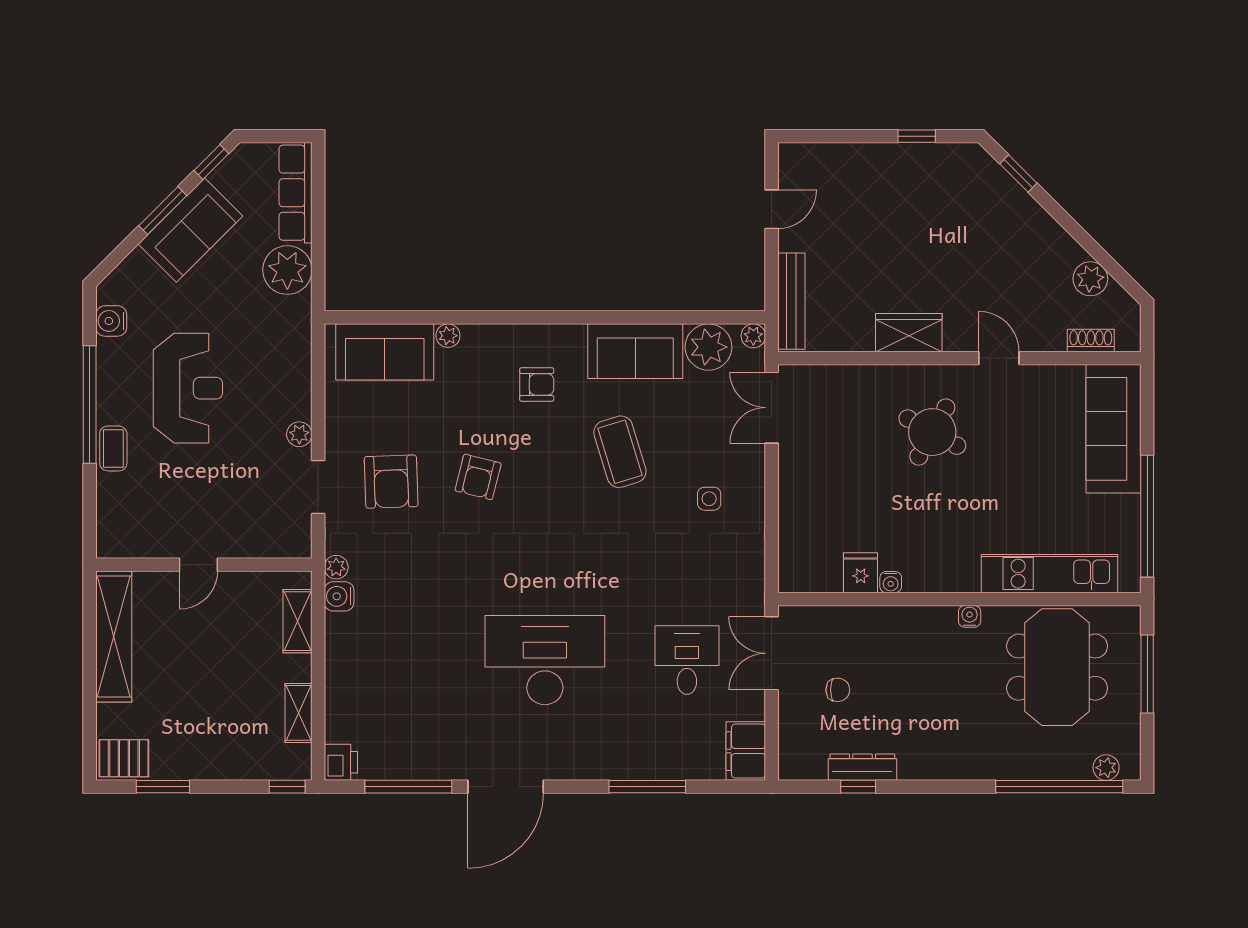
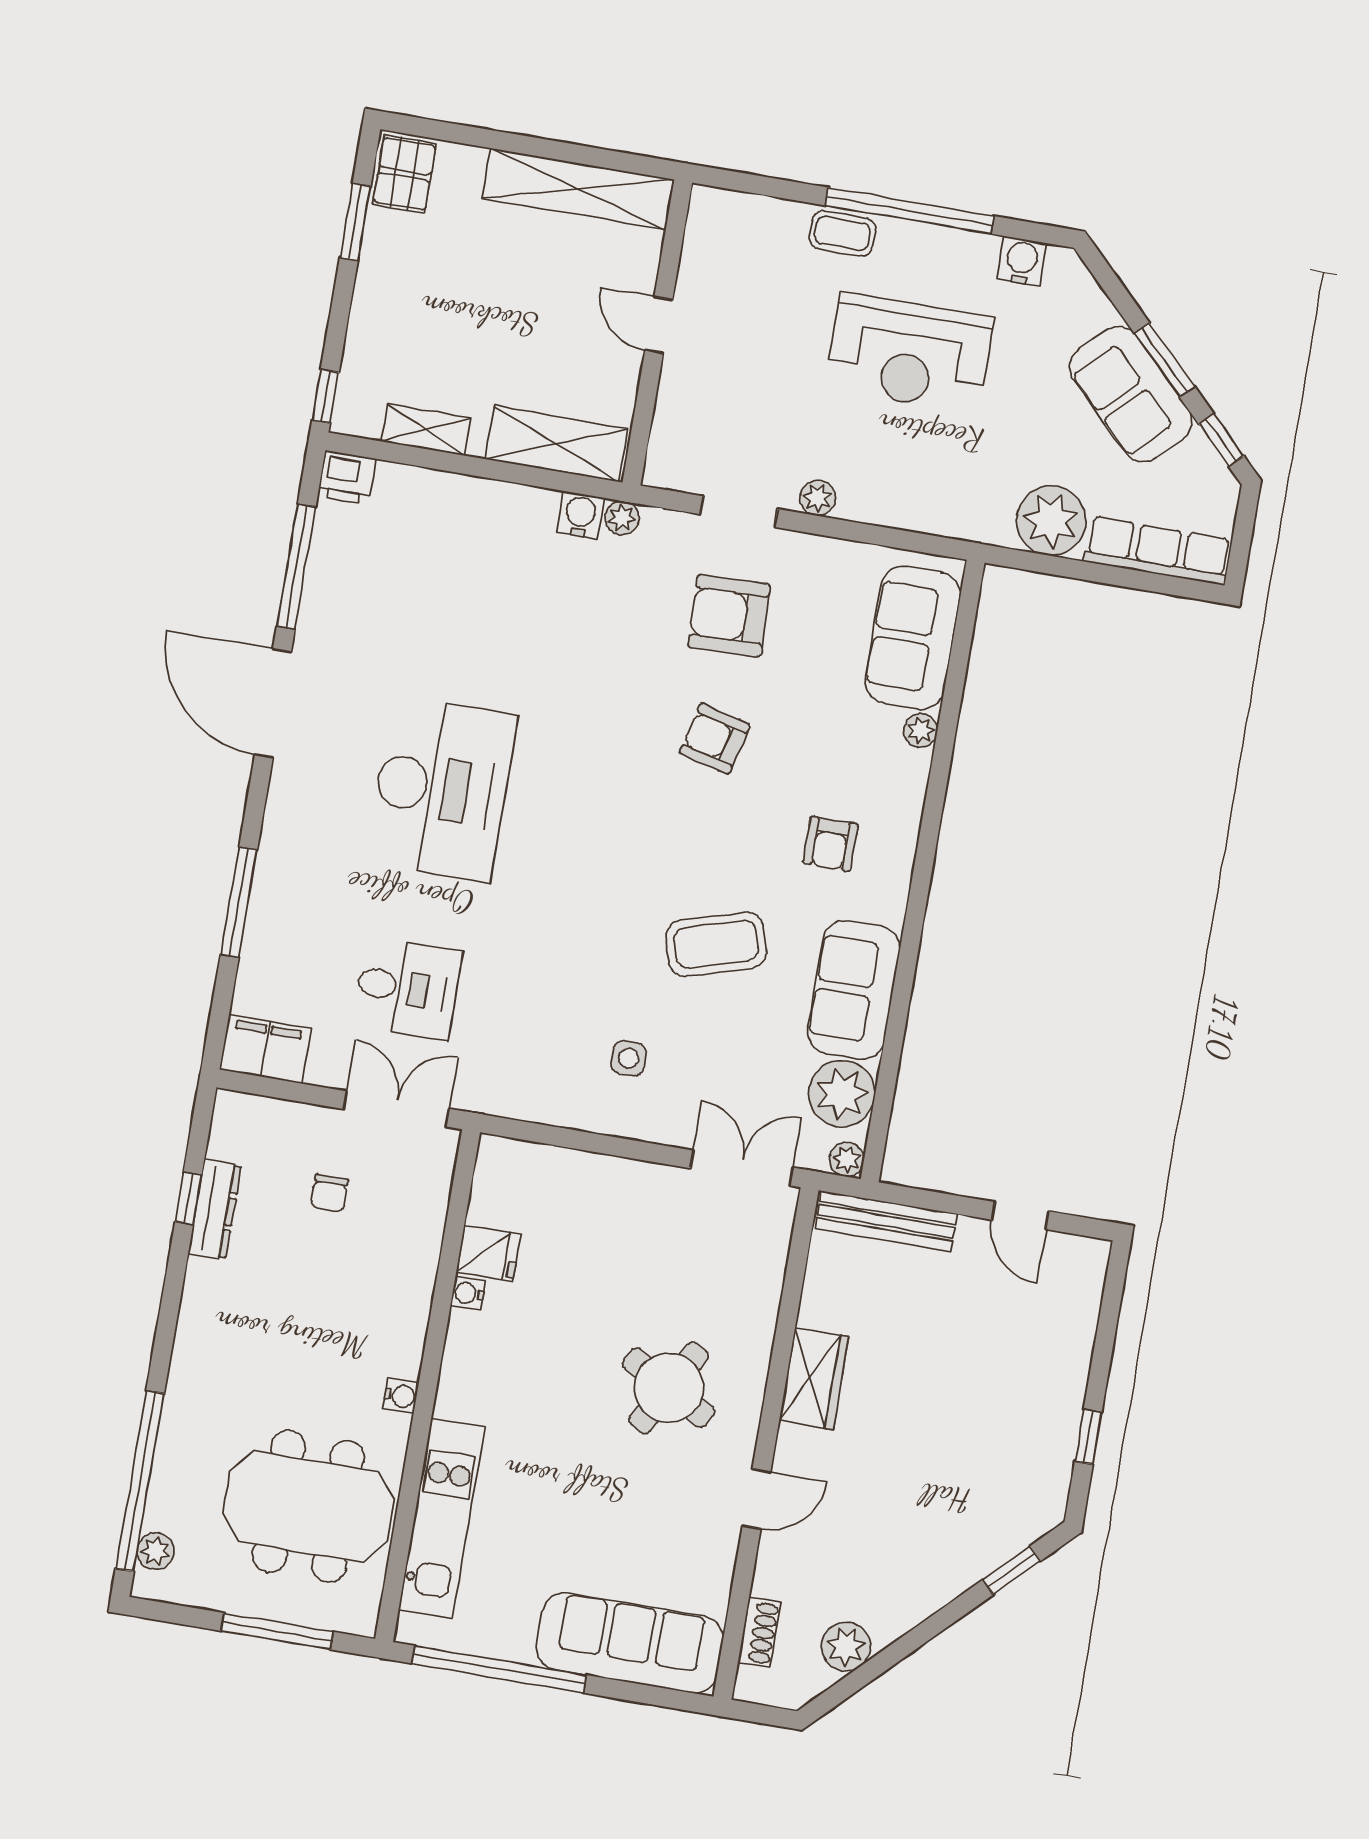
shelving: (297, 621) -> (557, 444), width x1.50, depth x1.33

